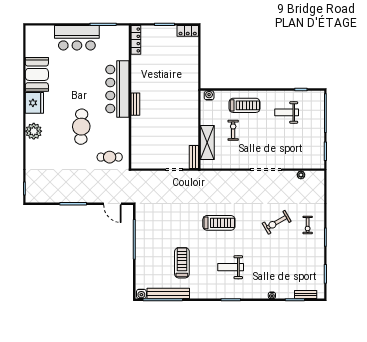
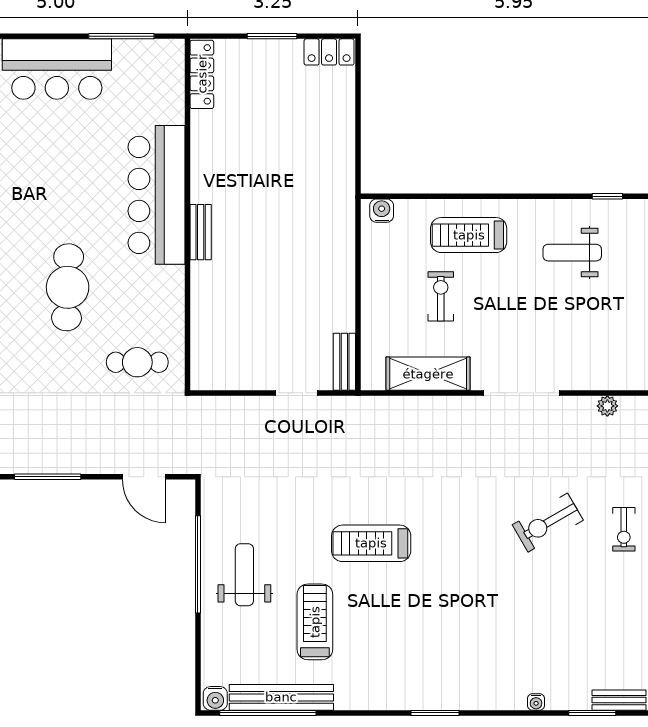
treadmill: (244, 105) -> (469, 235), turned 180
shelving: (207, 143) -> (428, 374), moved, turned 90
treadmill: (219, 223) -> (371, 543), moved, turned 180
weight bench: (231, 267) -> (244, 575), moved, turned 90

